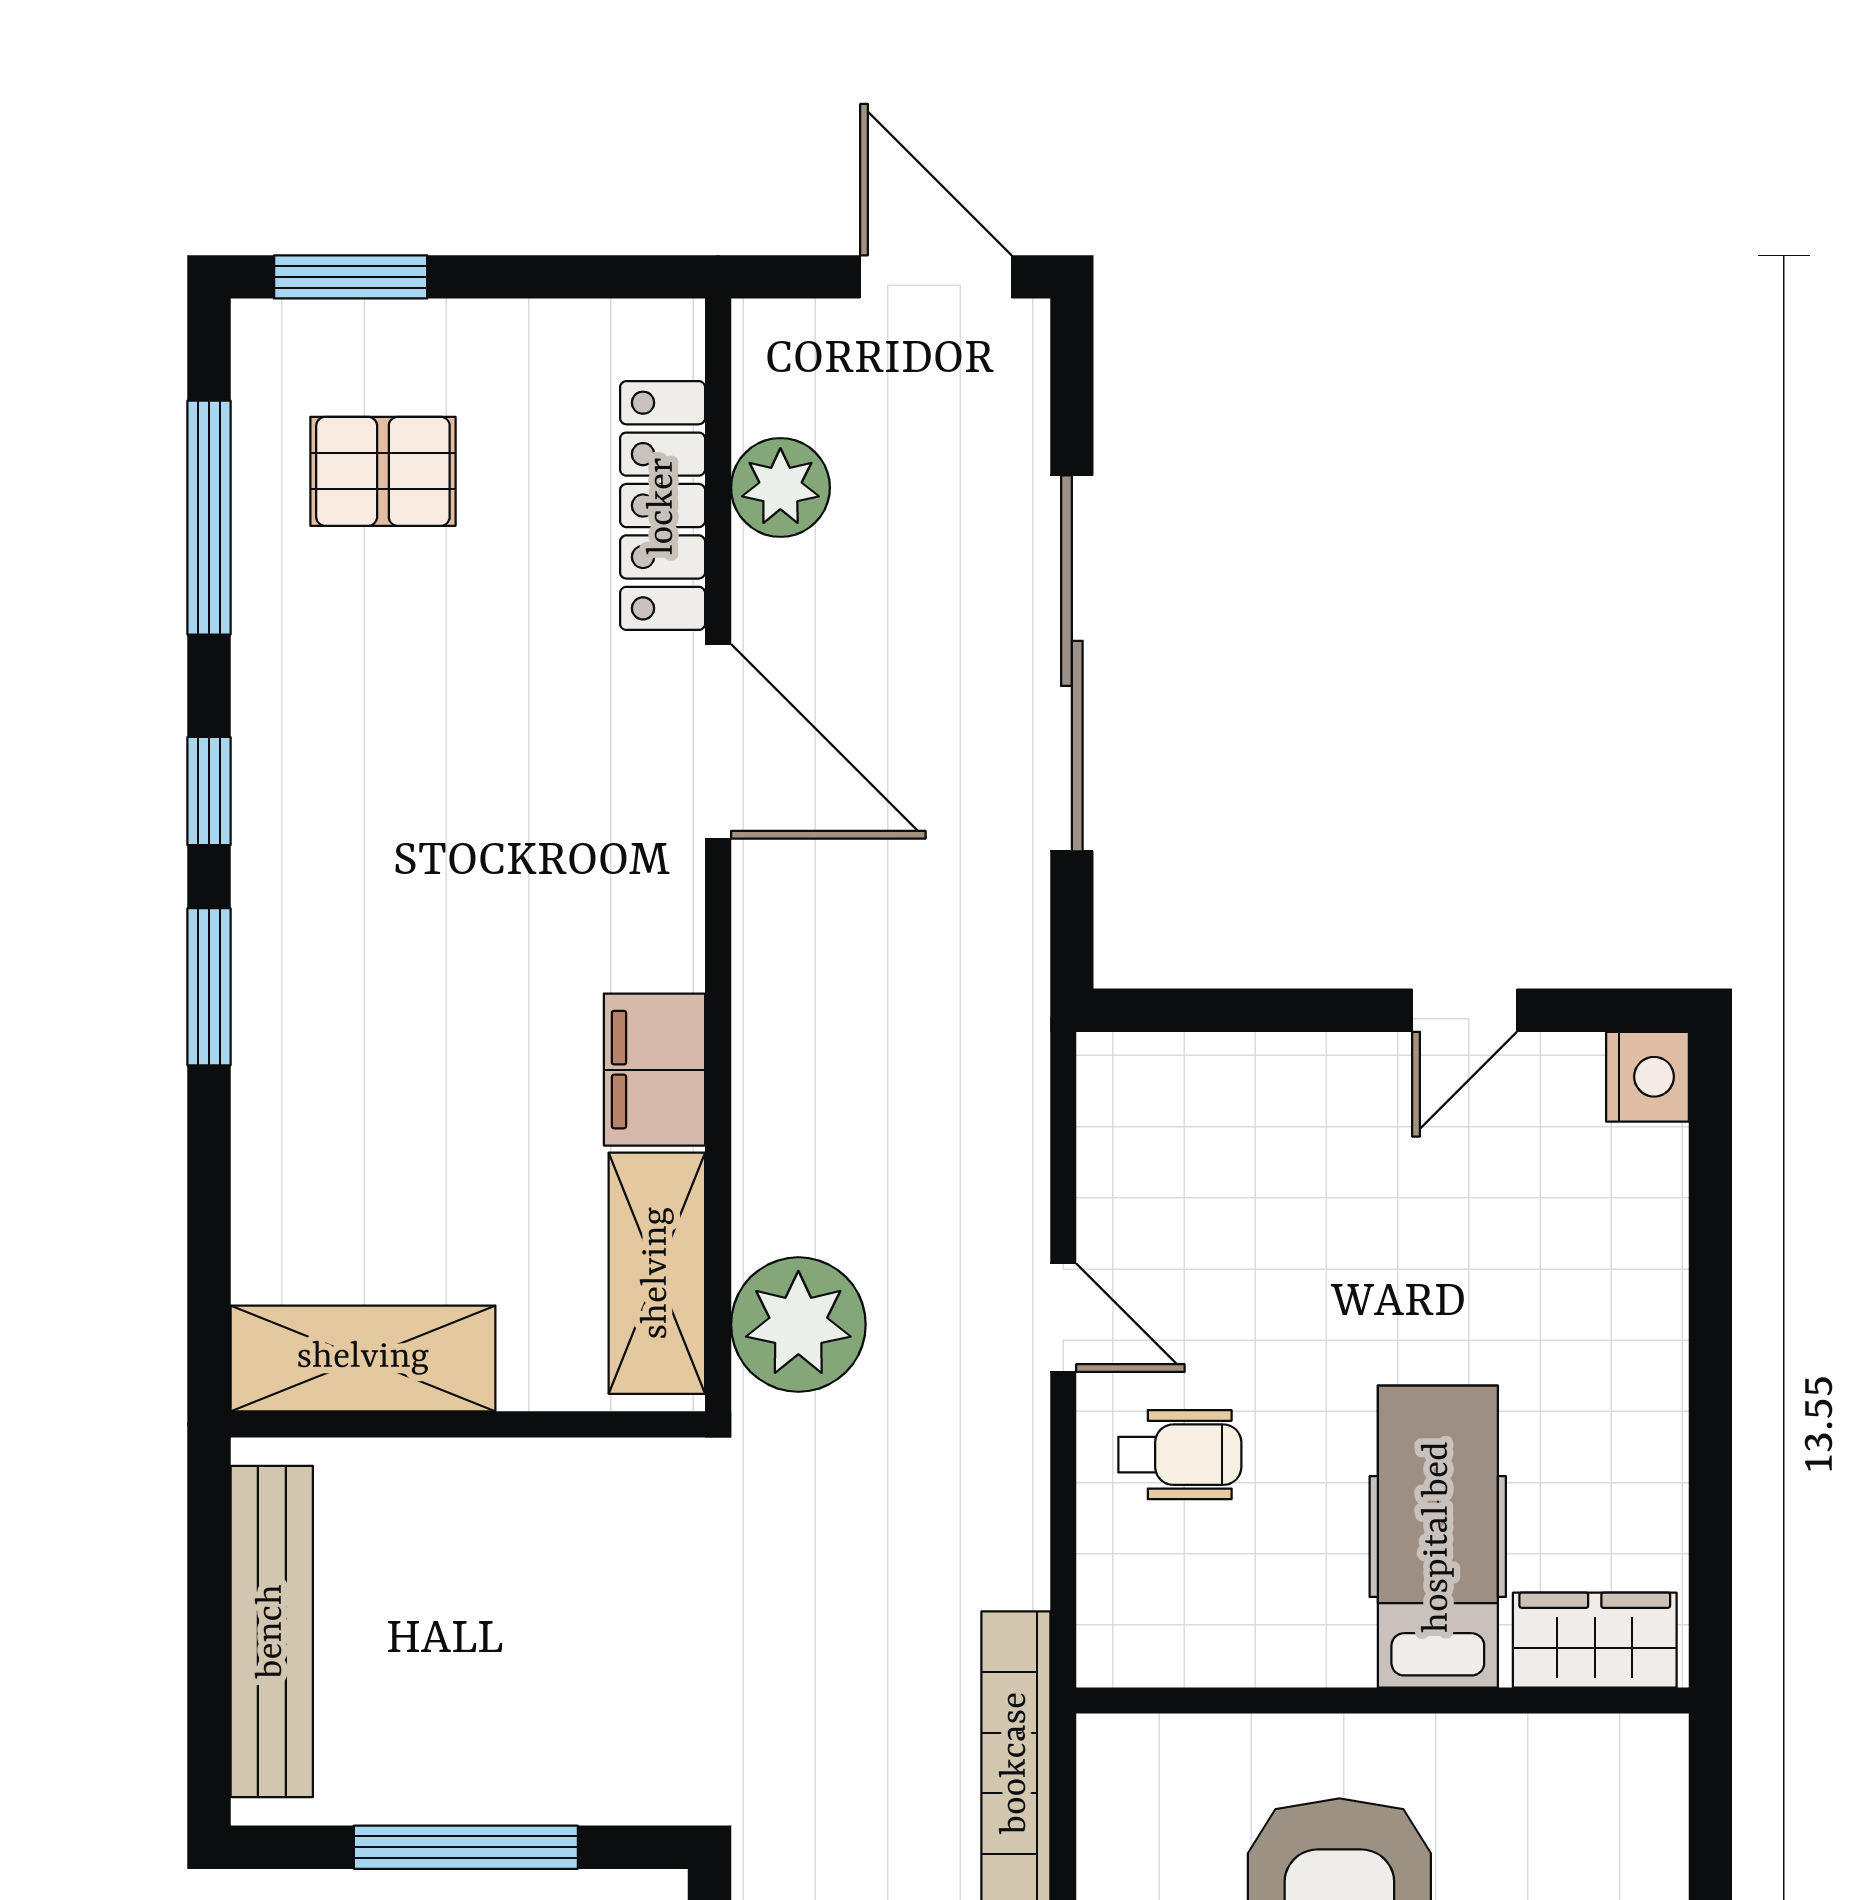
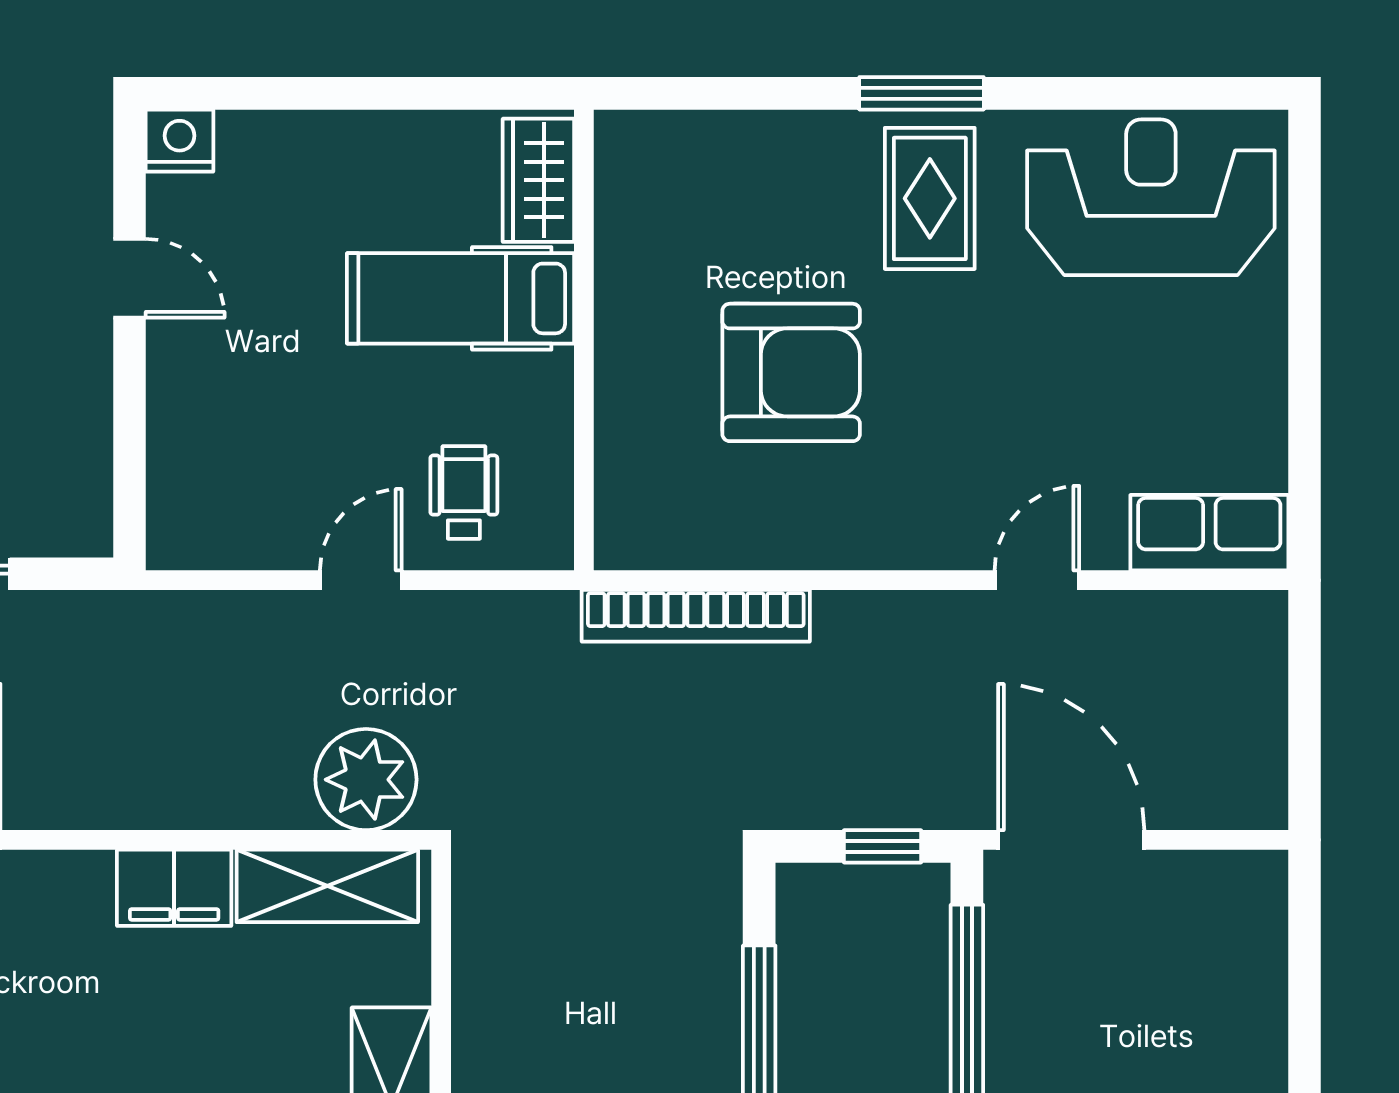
hospital bed: (1438, 1537) -> (461, 298), moved
wardrobe: (1595, 1640) -> (538, 180), moved
wall: (1382, 1701) -> (584, 340), moved

